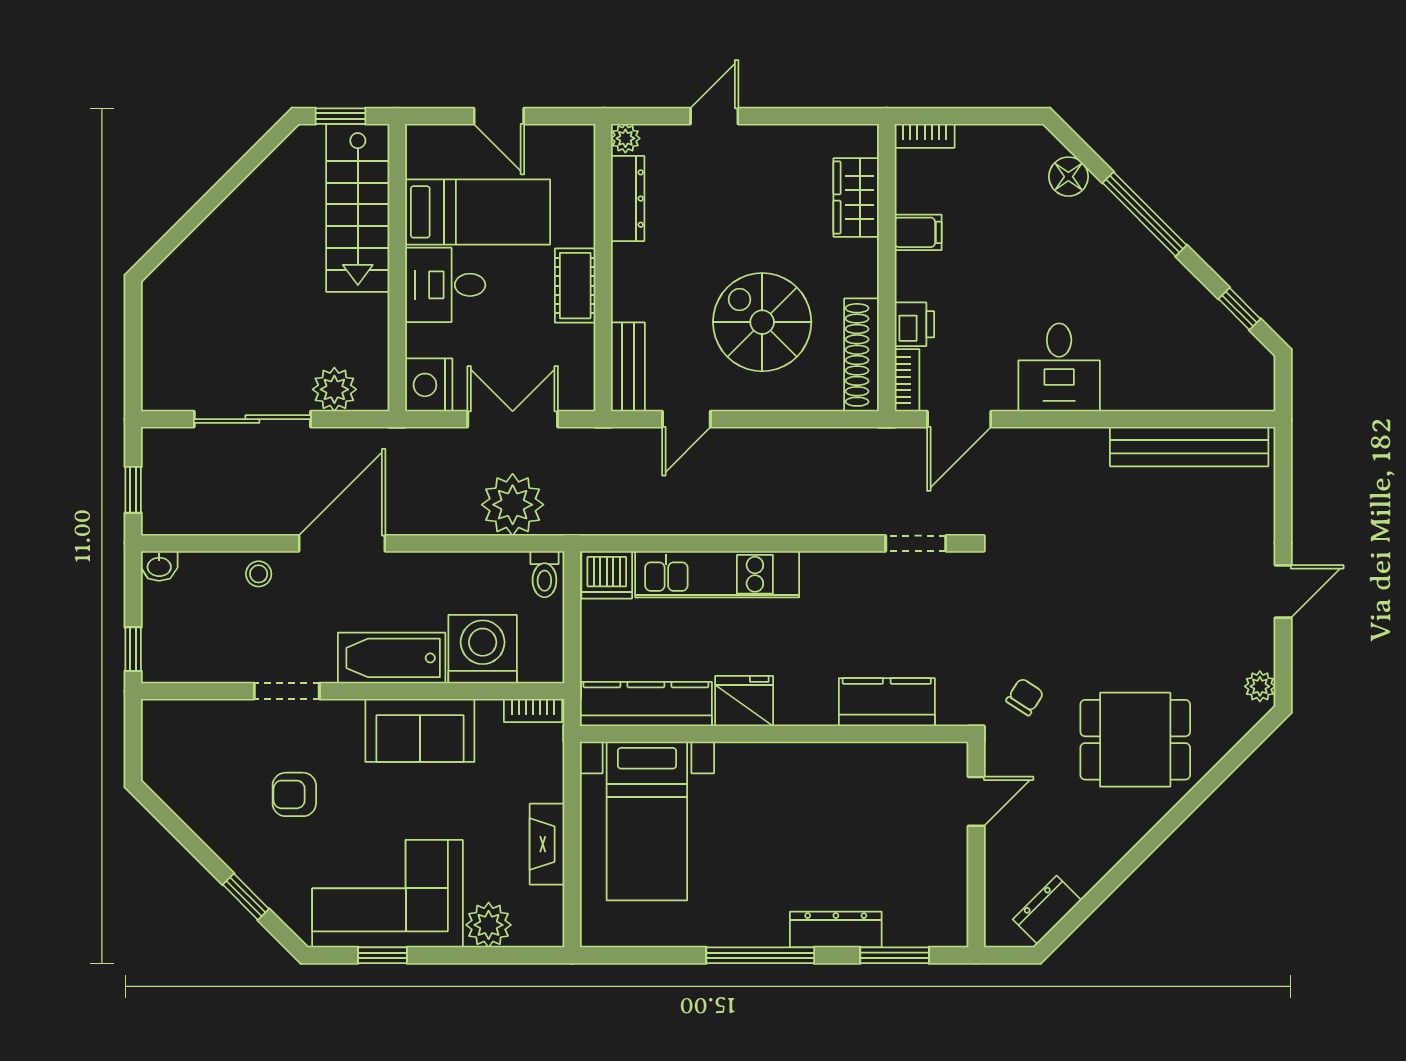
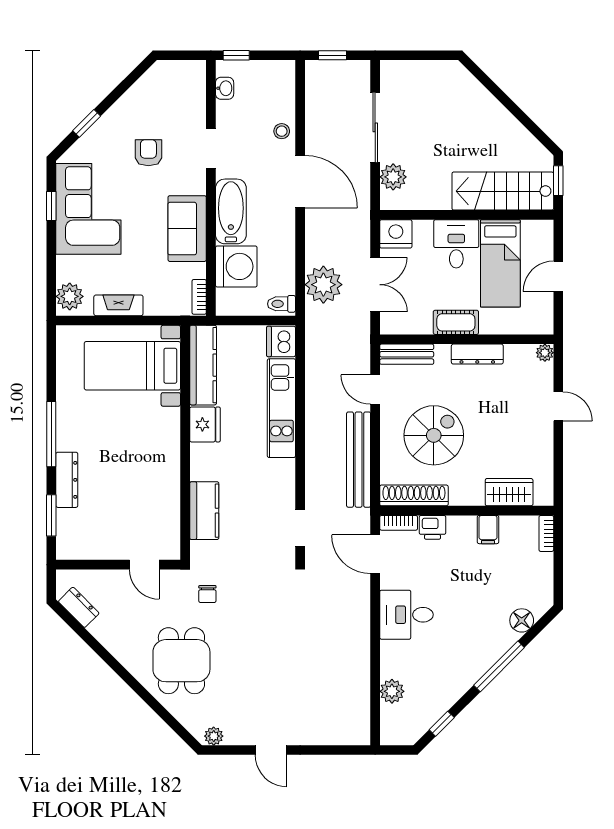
dresser: (628, 199) -> (477, 354), moved
plant: (1186, 391) -> (392, 691), added
bench: (1189, 447) -> (359, 460), moved
washbasin: (159, 566) -> (225, 88), moved, turned 180
chair: (1025, 697) -> (207, 594), turned 57
plant: (489, 925) -> (70, 296), moved

